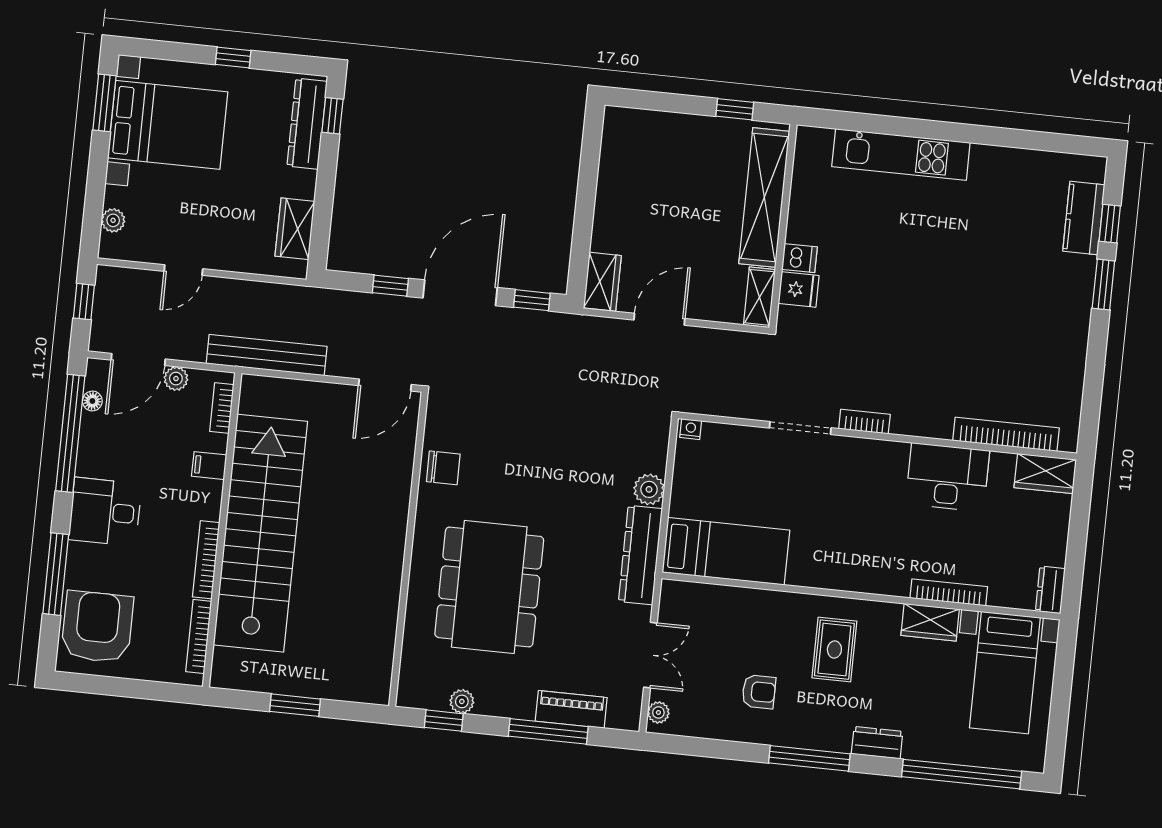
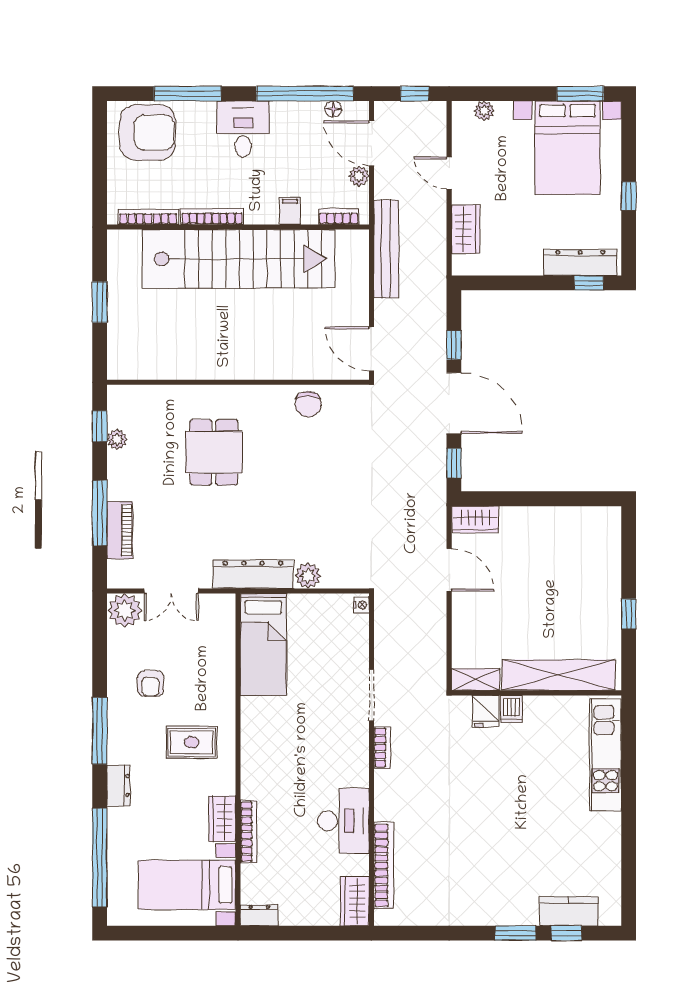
shelving: (764, 197) -> (558, 675), moved
wall: (783, 226) -> (536, 693), moved
wardrobe: (295, 229) -> (466, 229), moved, turned 90
dishwasher: (799, 258) -> (511, 709), moved
fridge: (799, 289) -> (486, 711), moved
shelving: (759, 297) -> (476, 680), moved
dining table: (489, 587) -> (214, 452), width x0.53, depth x0.80
plant: (658, 712) -> (125, 610), width x1.88, depth x1.88

